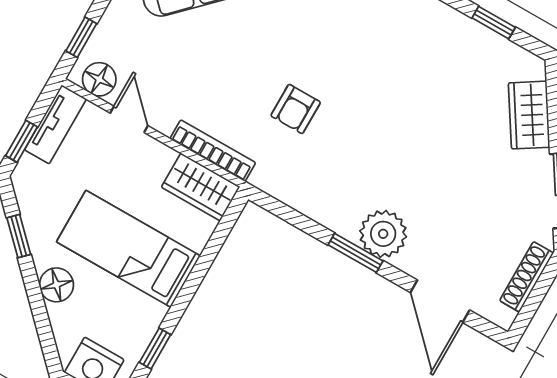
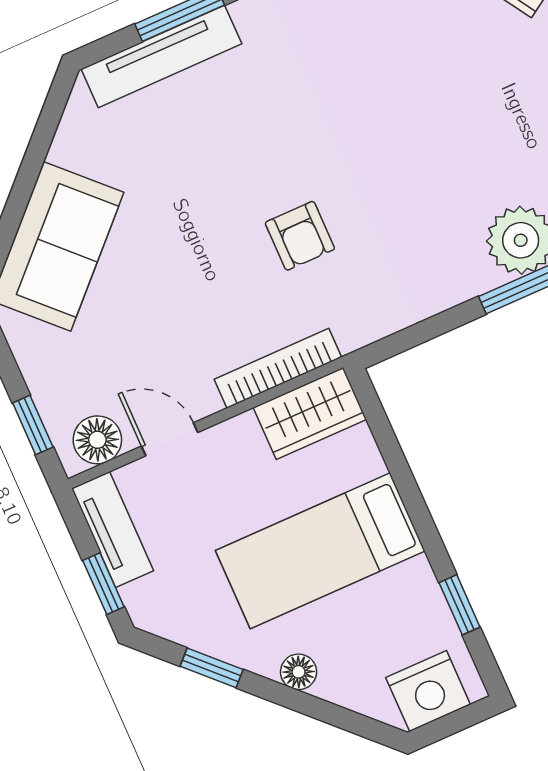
floor lamp: (56, 285) -> (299, 672), width x0.73, depth x0.73

